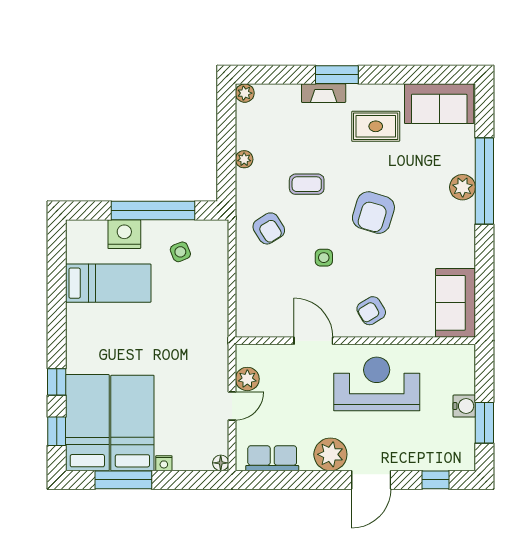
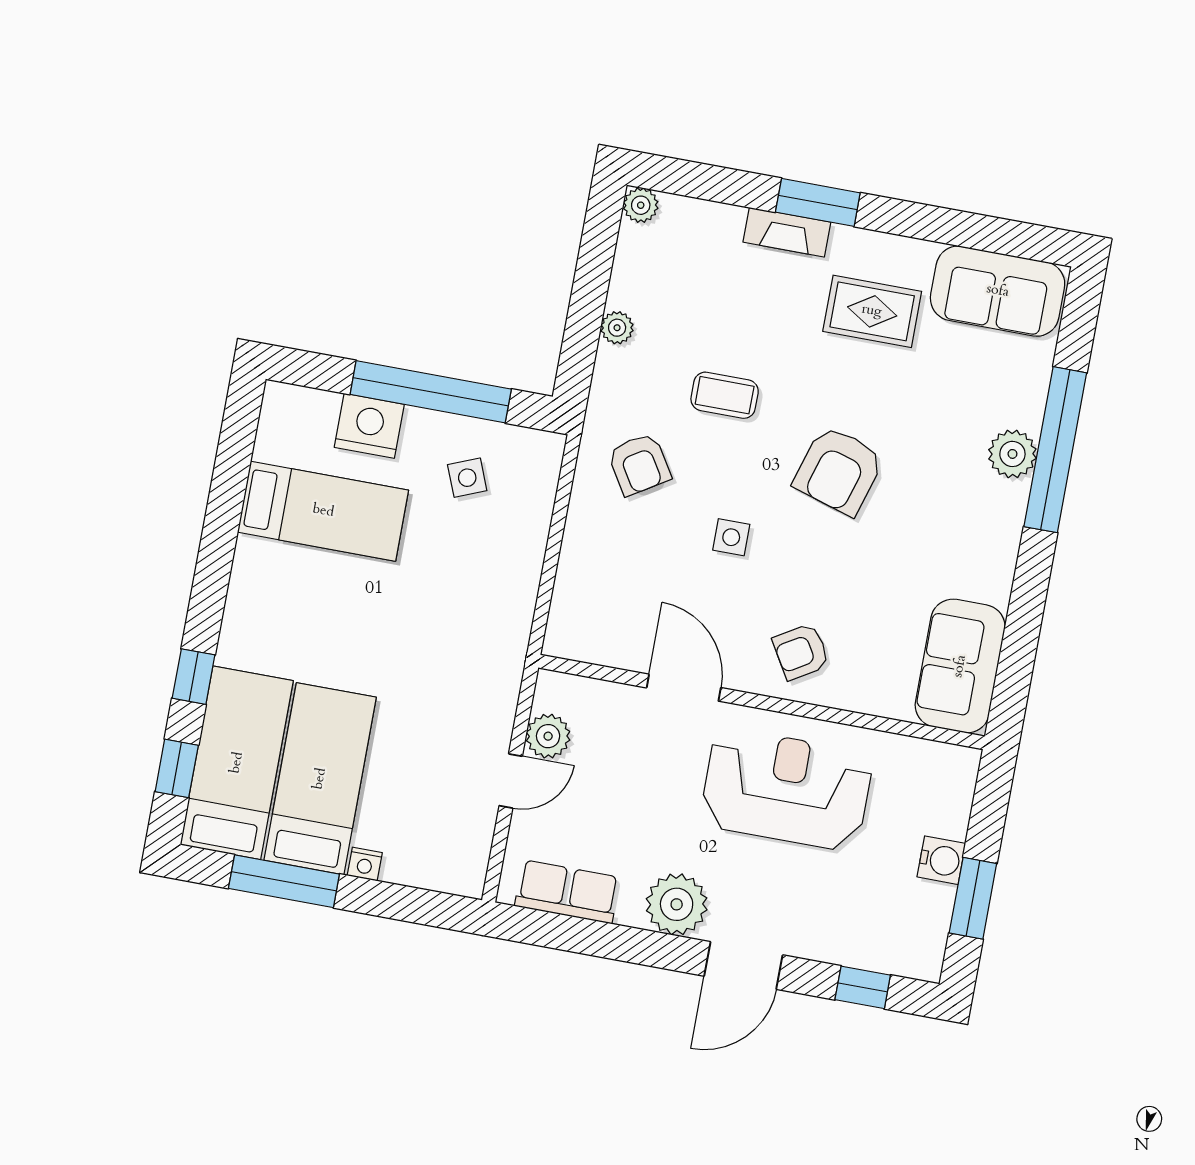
floor lamp: (221, 463) -> (470, 883), removed

